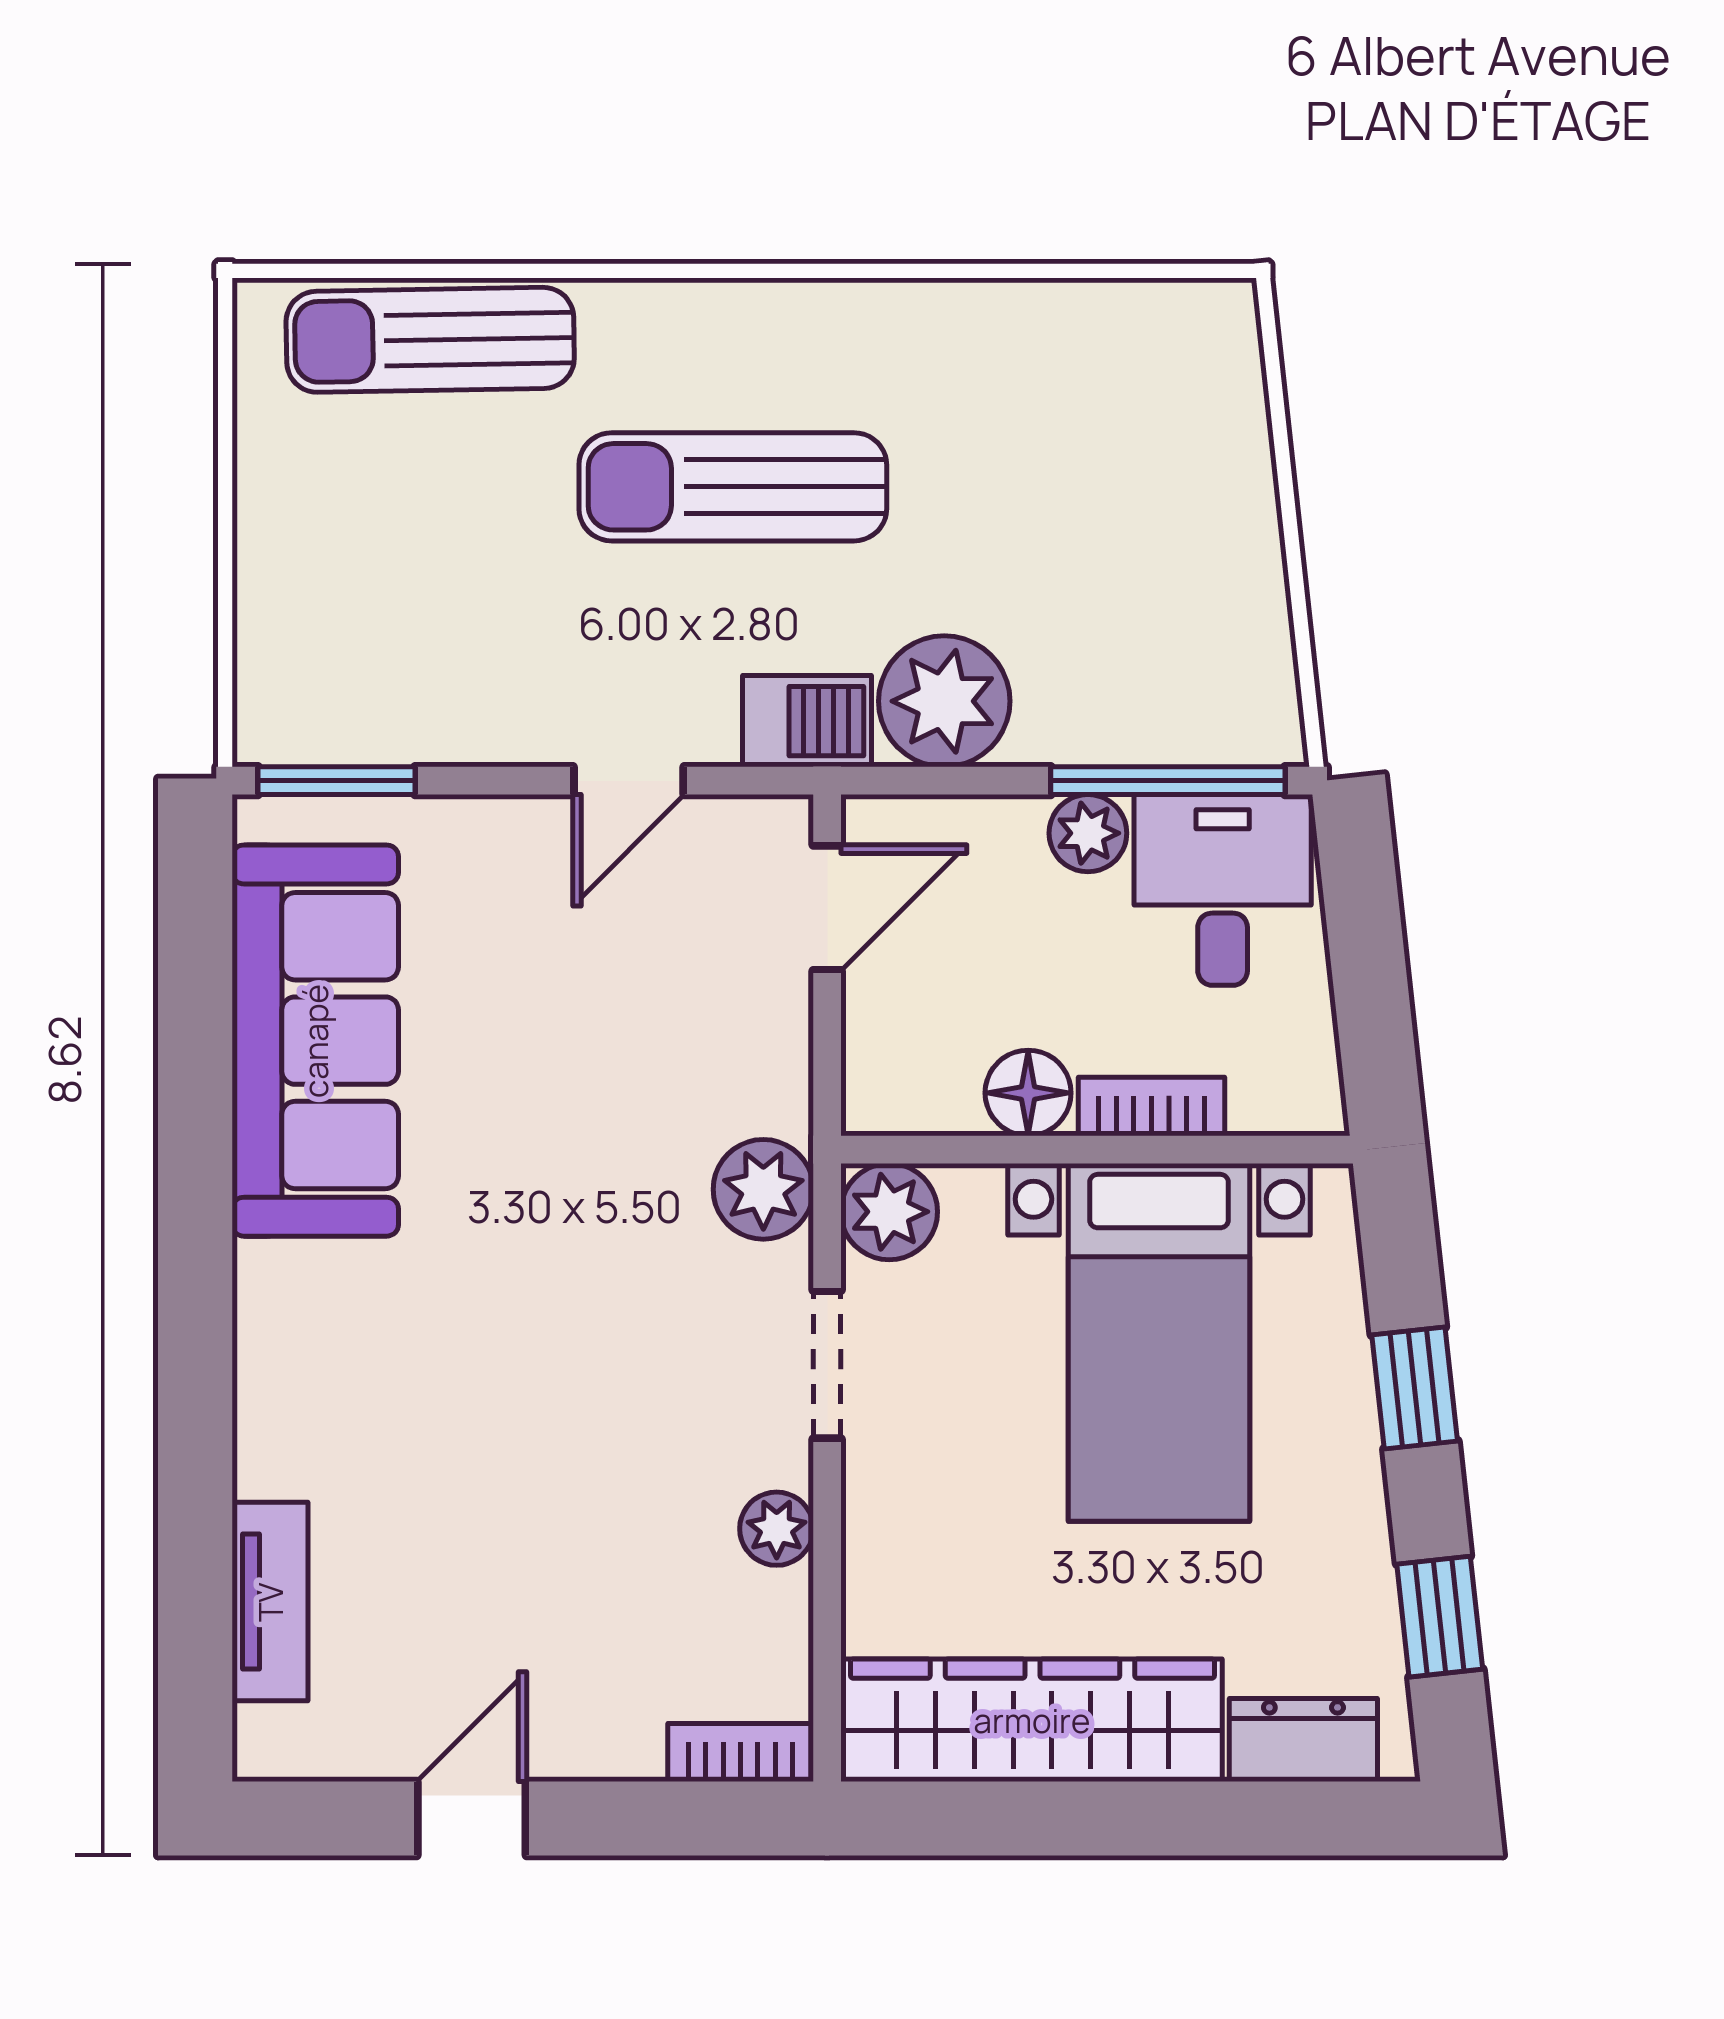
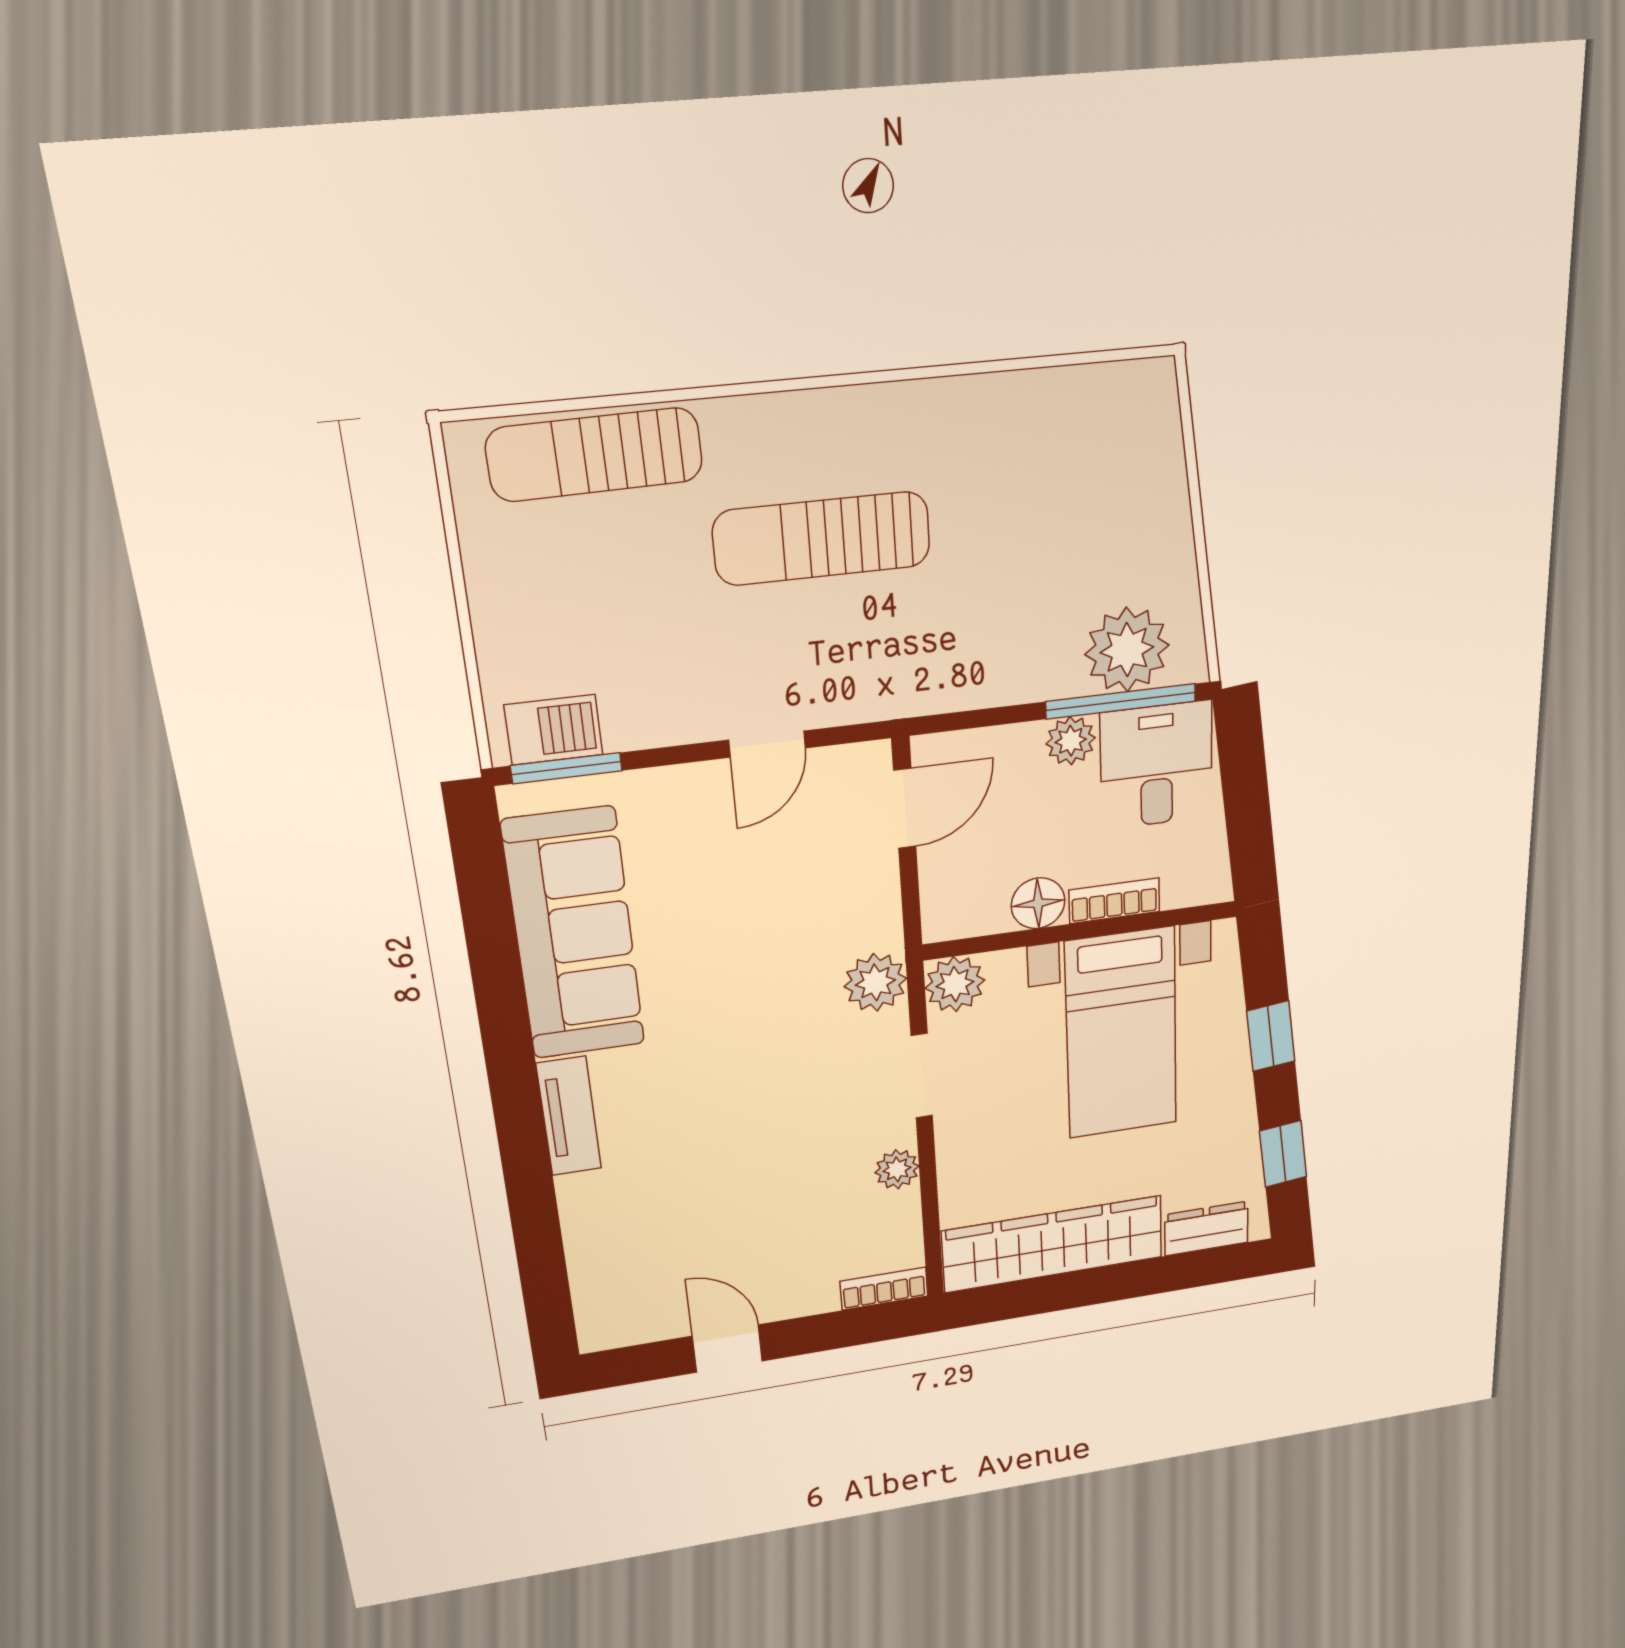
plant: (944, 701) -> (1127, 650), moved
barbecue: (807, 721) -> (554, 730), moved
tv unit: (270, 1602) -> (569, 1116), moved
door: (472, 1818) -> (727, 1349), hinge flipped

